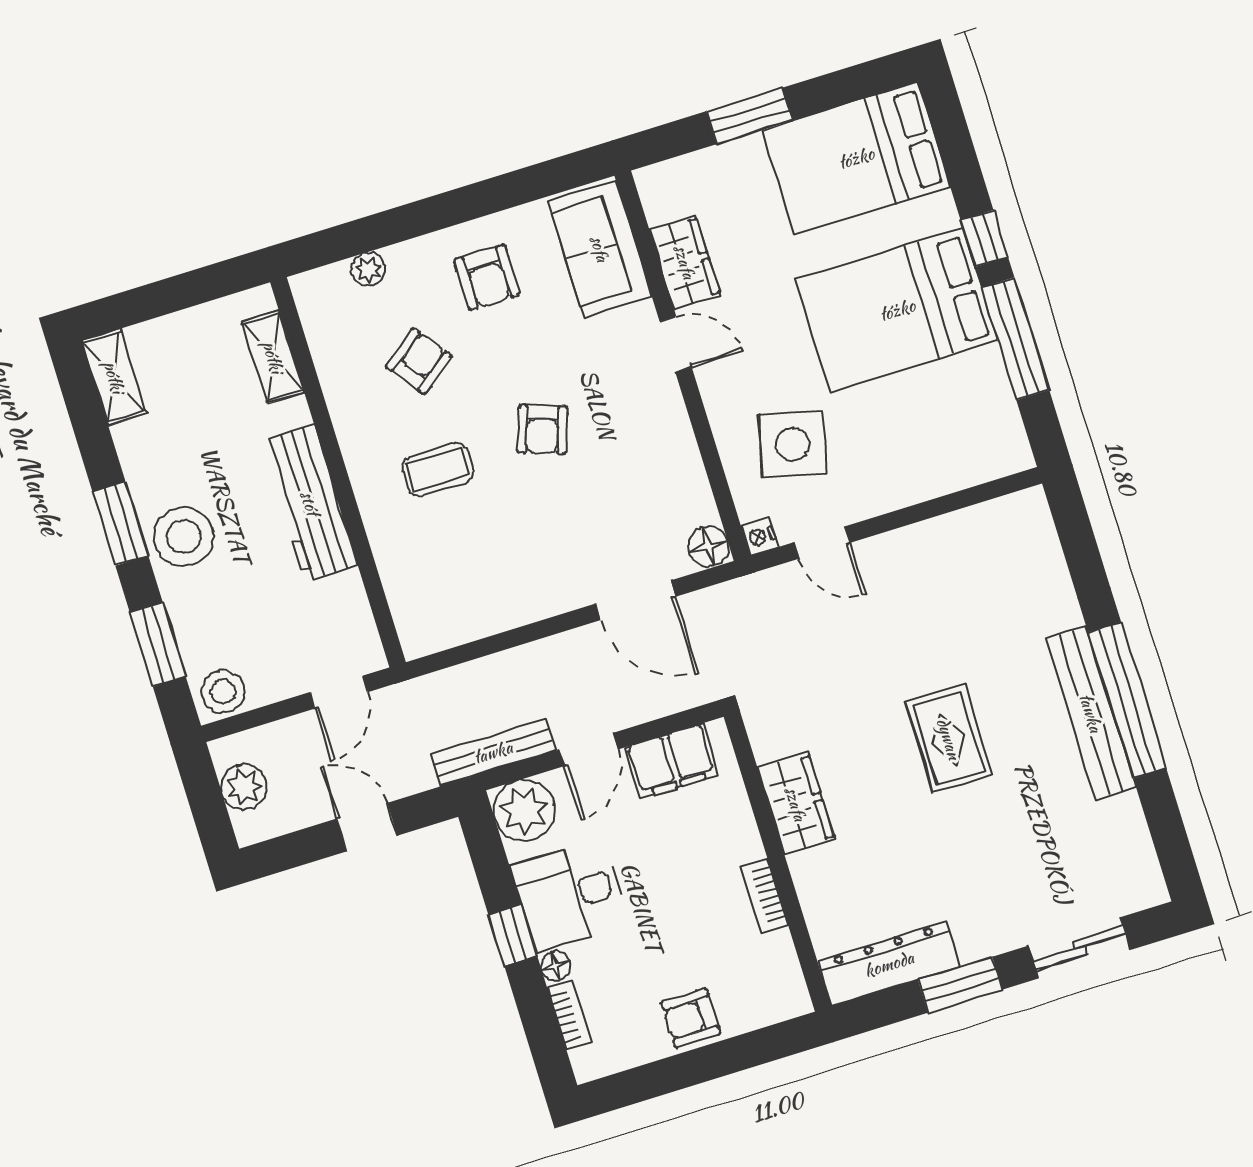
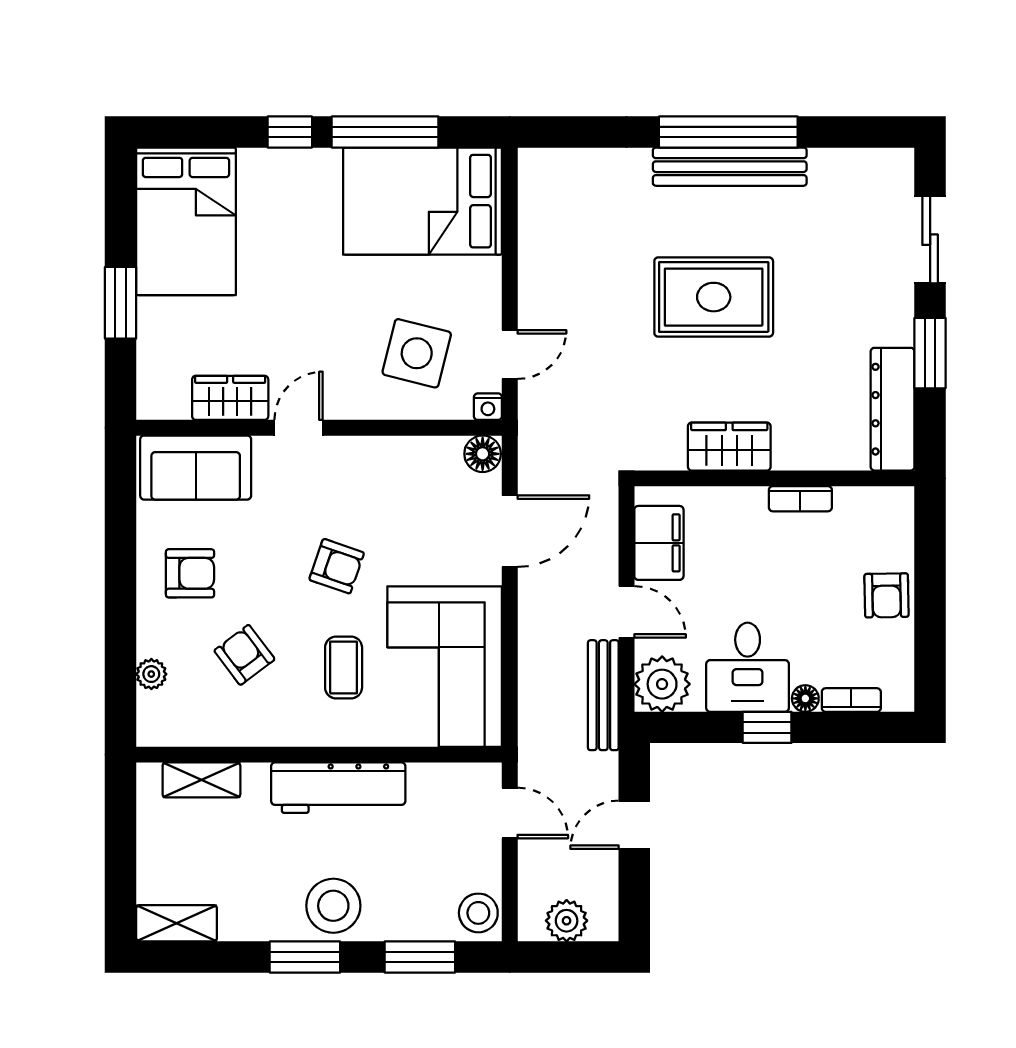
bed: (897, 310) -> (423, 201), moved, turned 90
corner sofa: (472, 576) -> (445, 667), added
rug: (949, 739) -> (714, 297), width x1.36, depth x1.43

